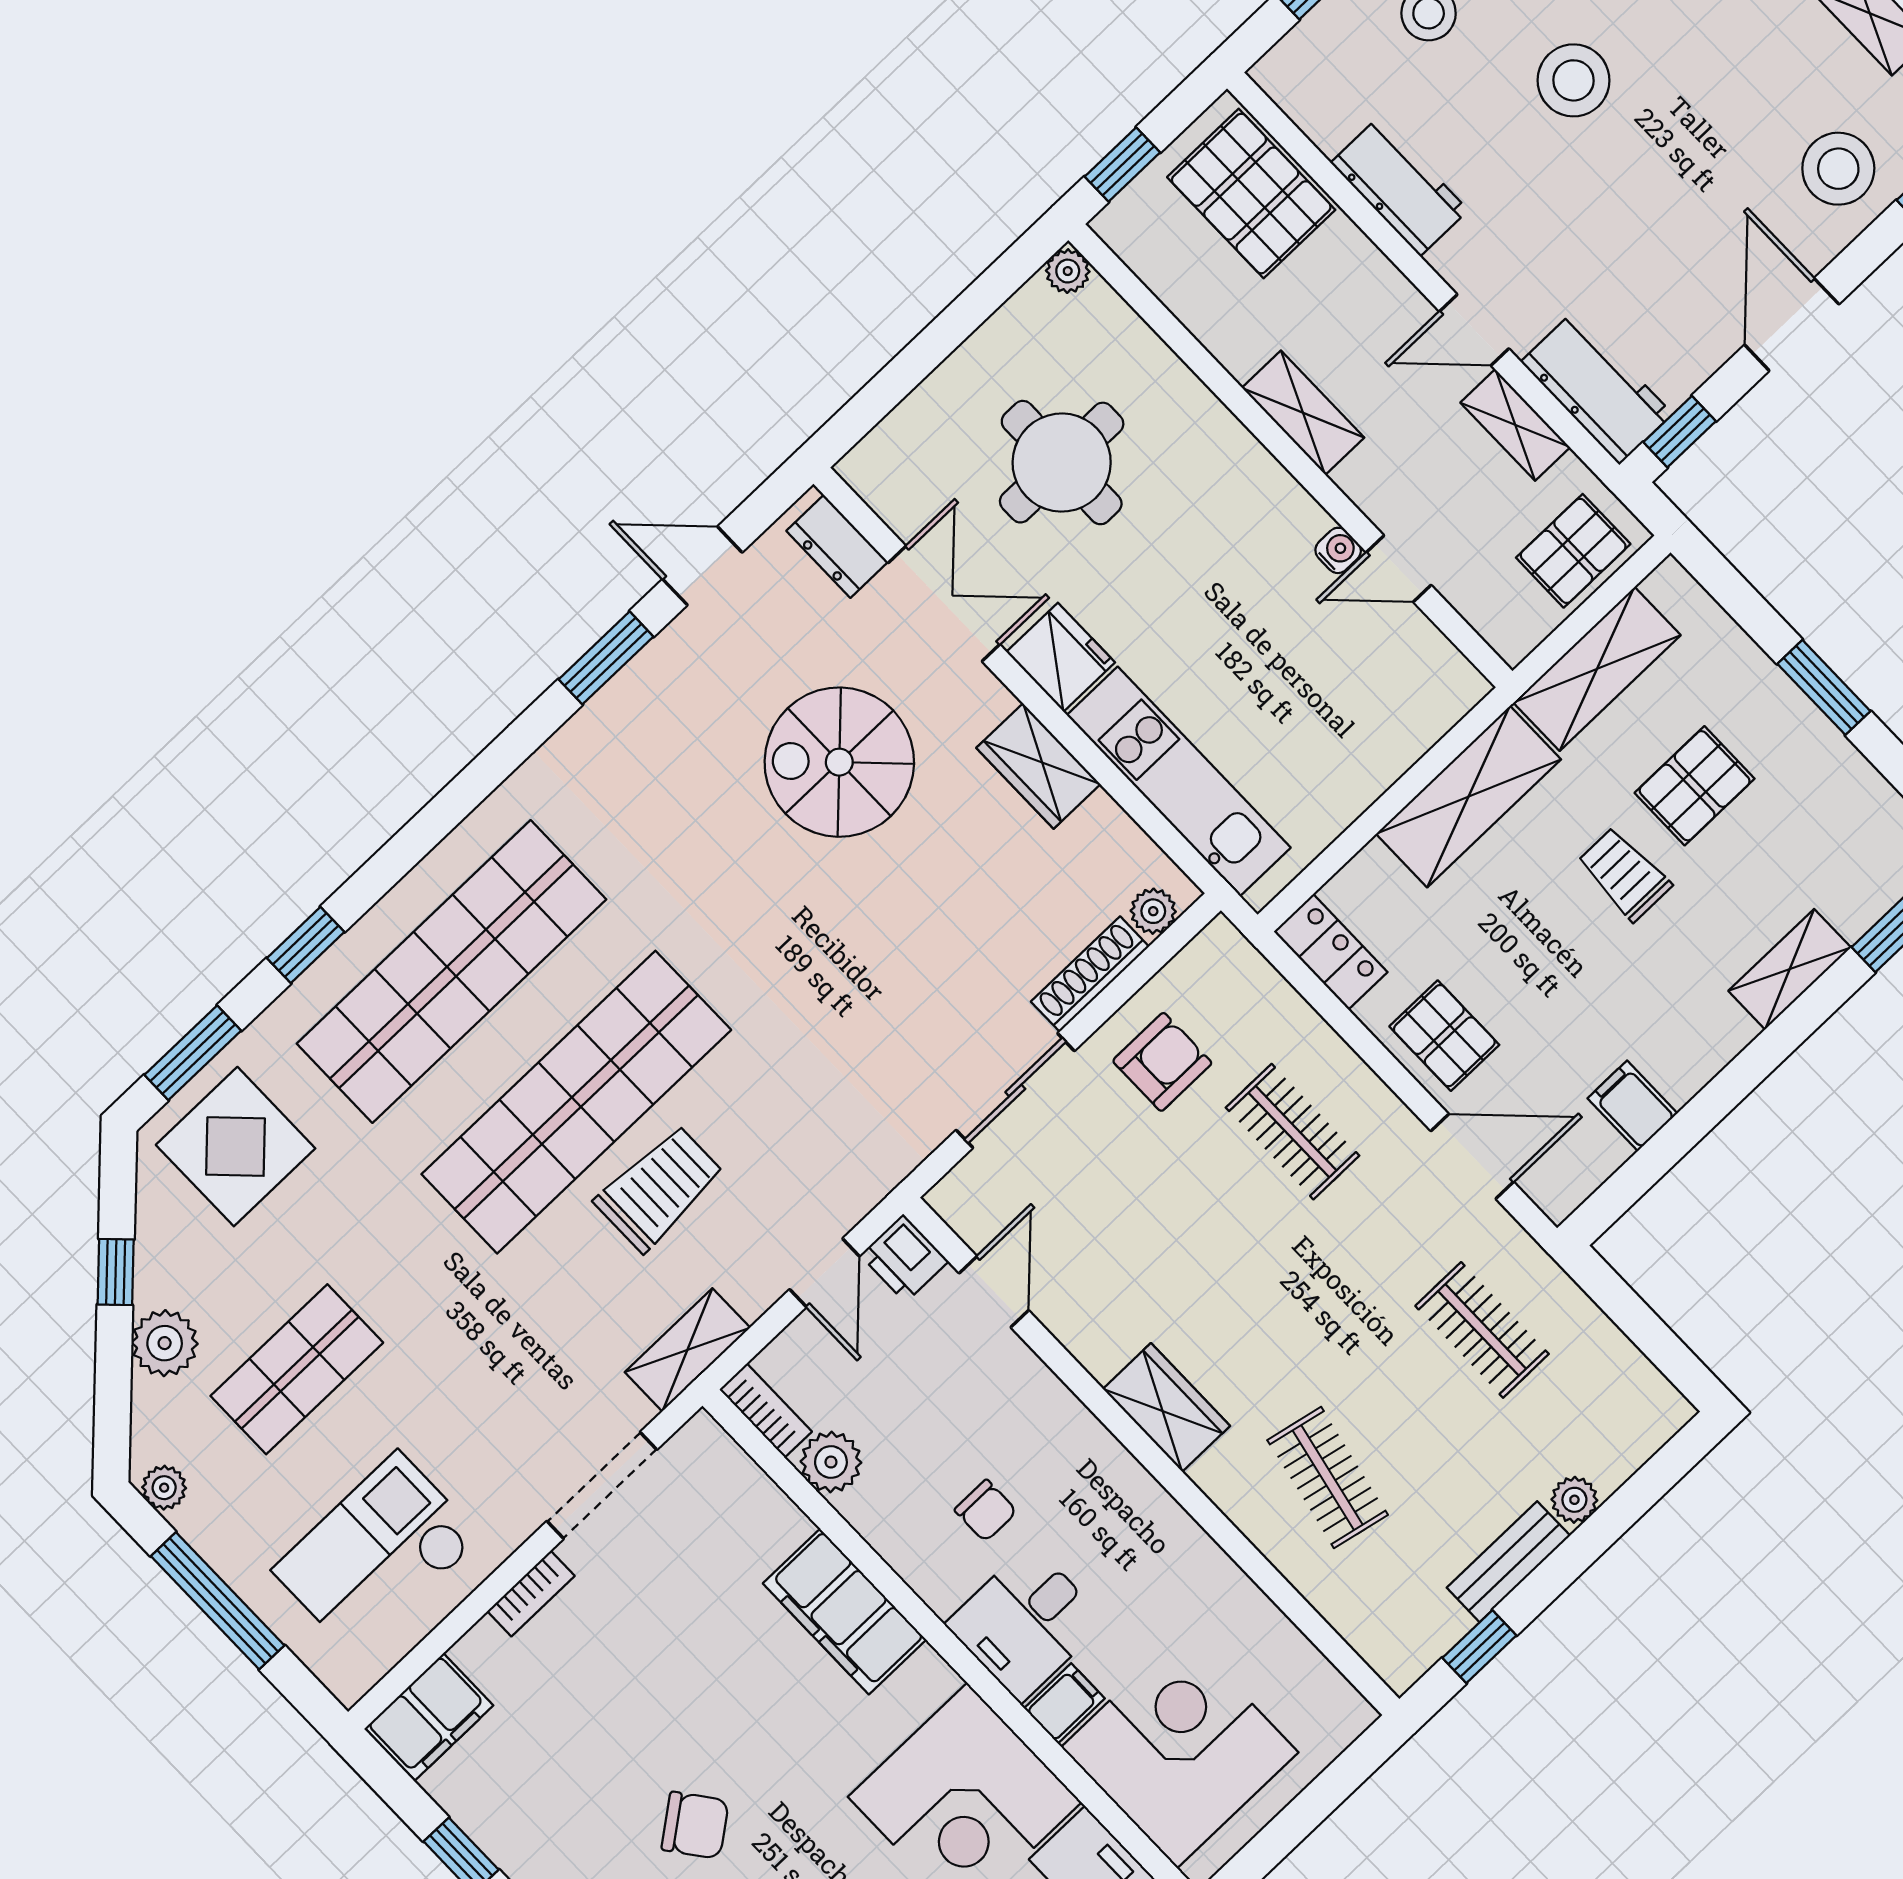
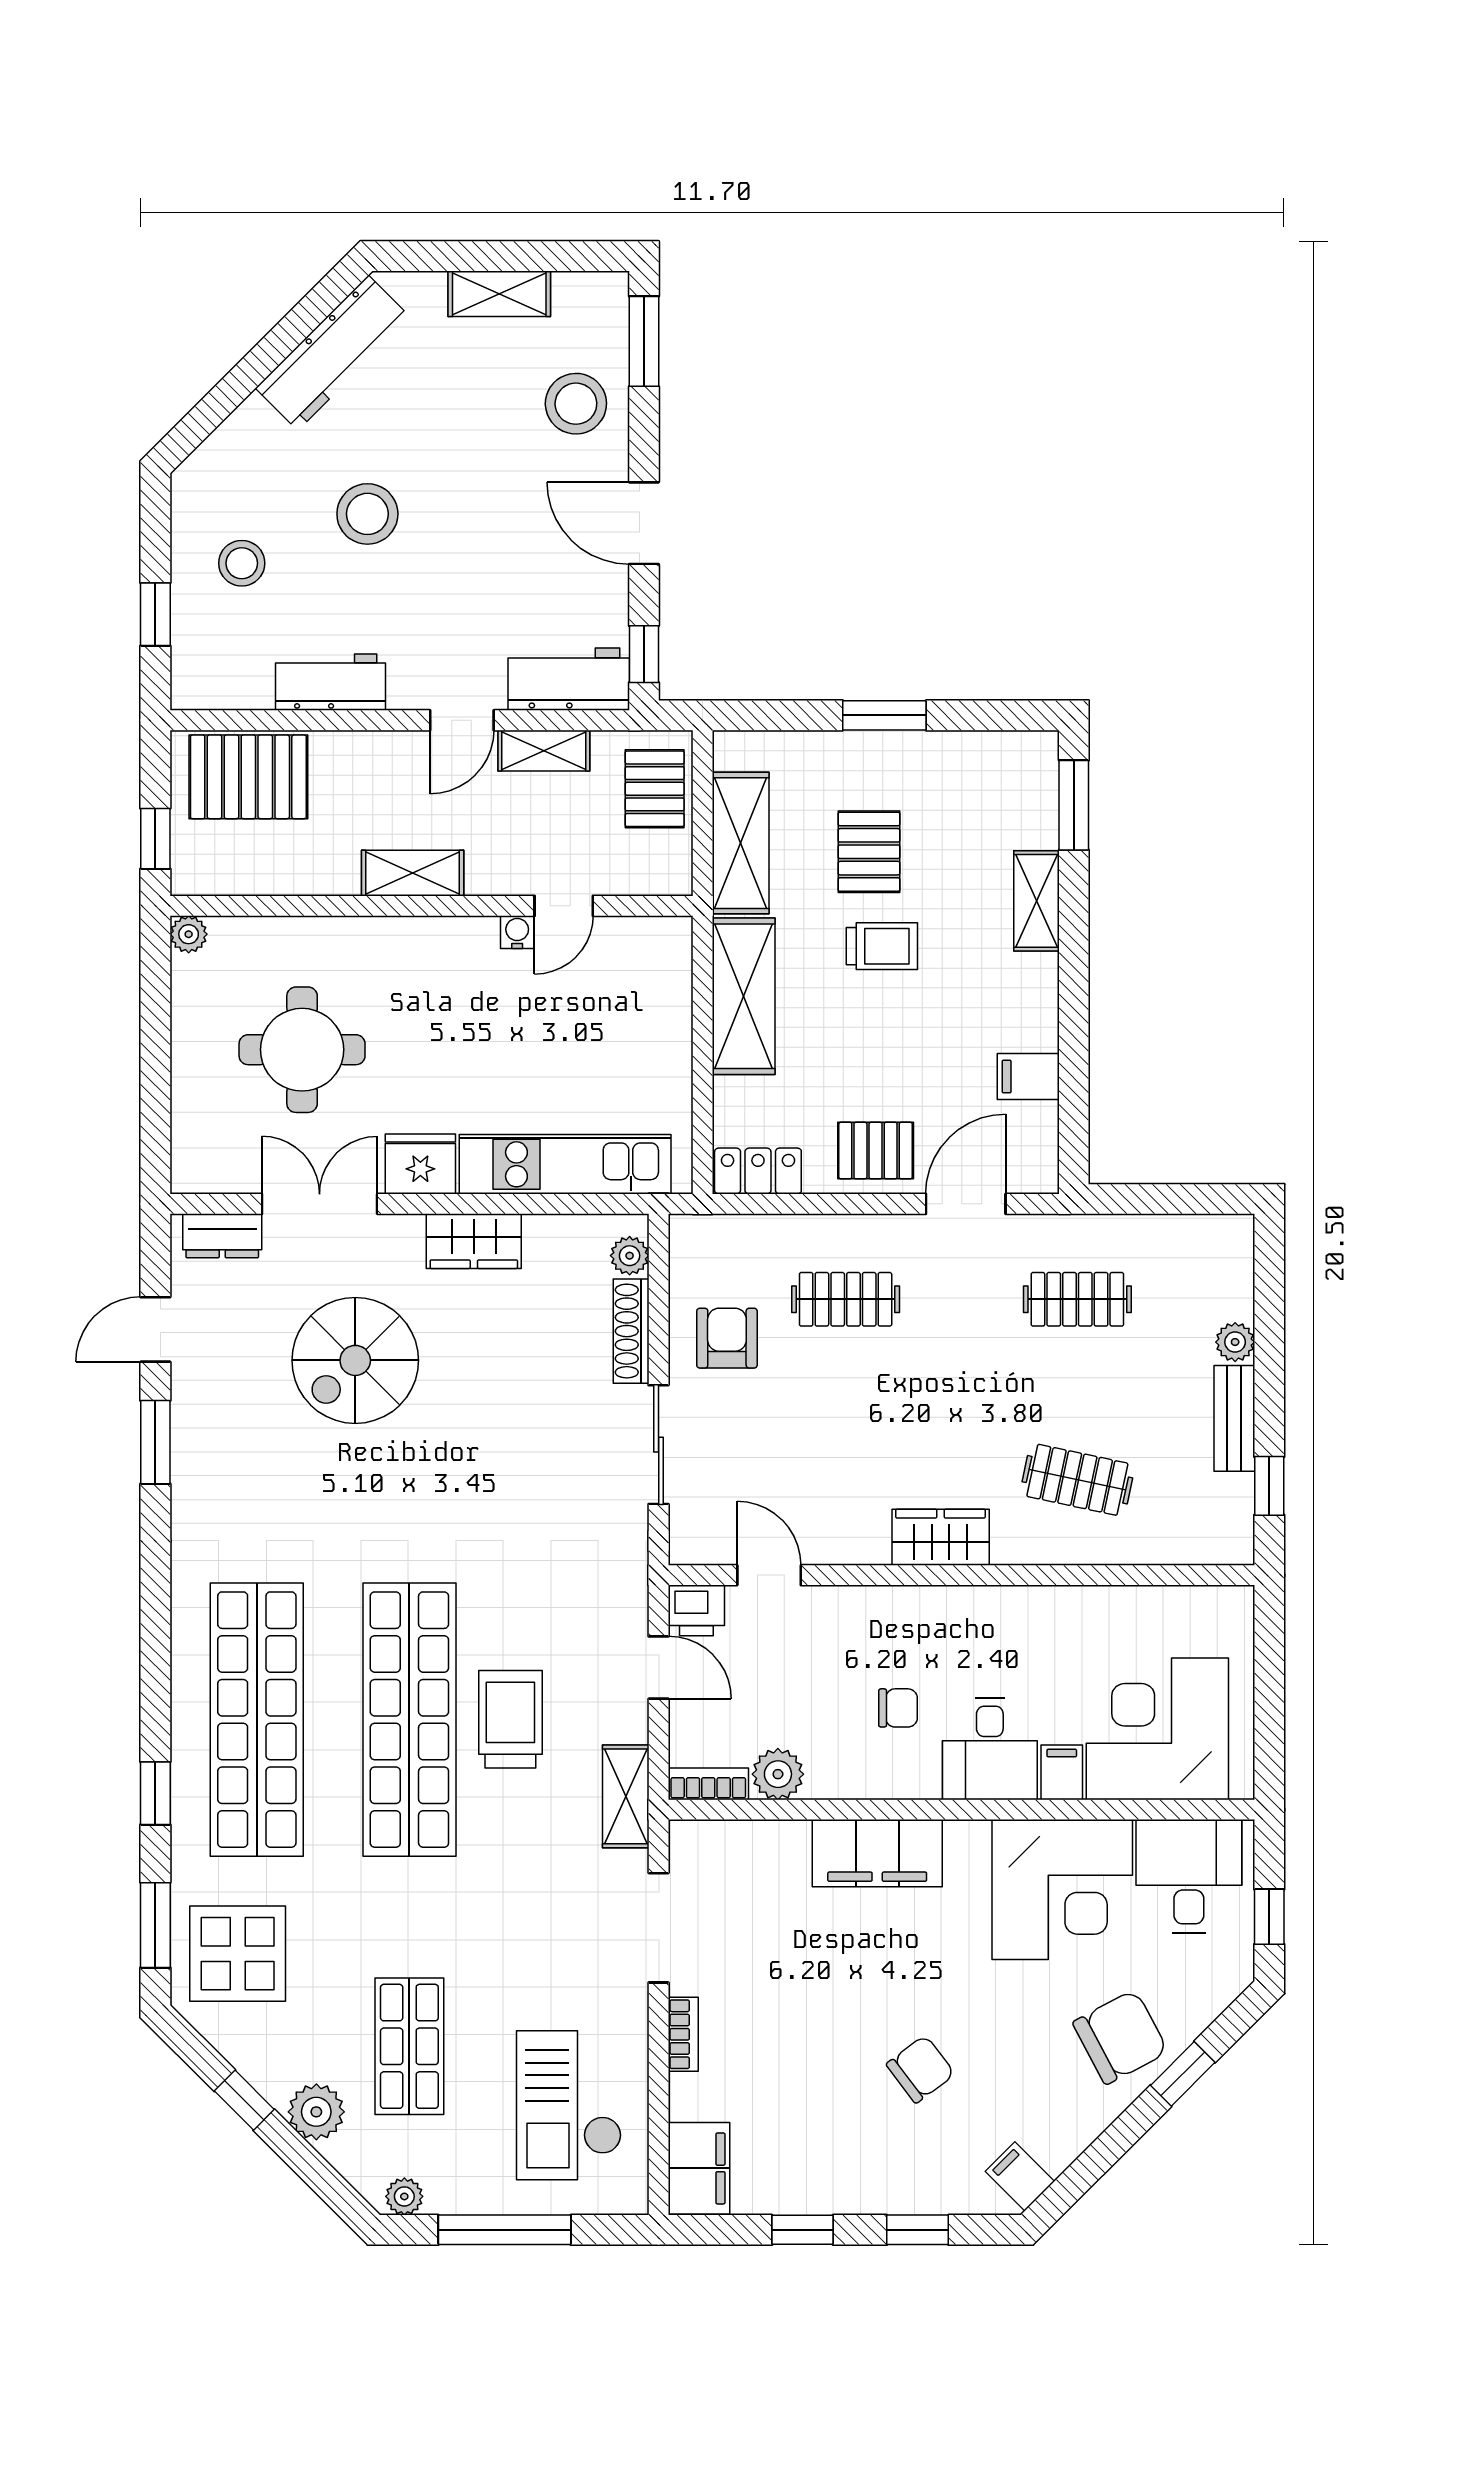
trolley: (1624, 874) -> (882, 946), turned 180

